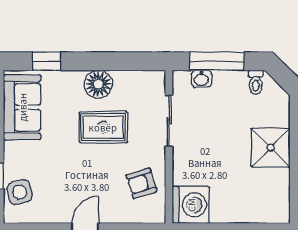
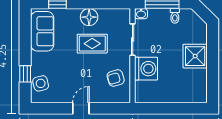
washbasin: (201, 79) -> (141, 14), moved
toilet: (256, 82) -> (175, 16), moved
washing machine: (191, 205) -> (146, 69), moved

